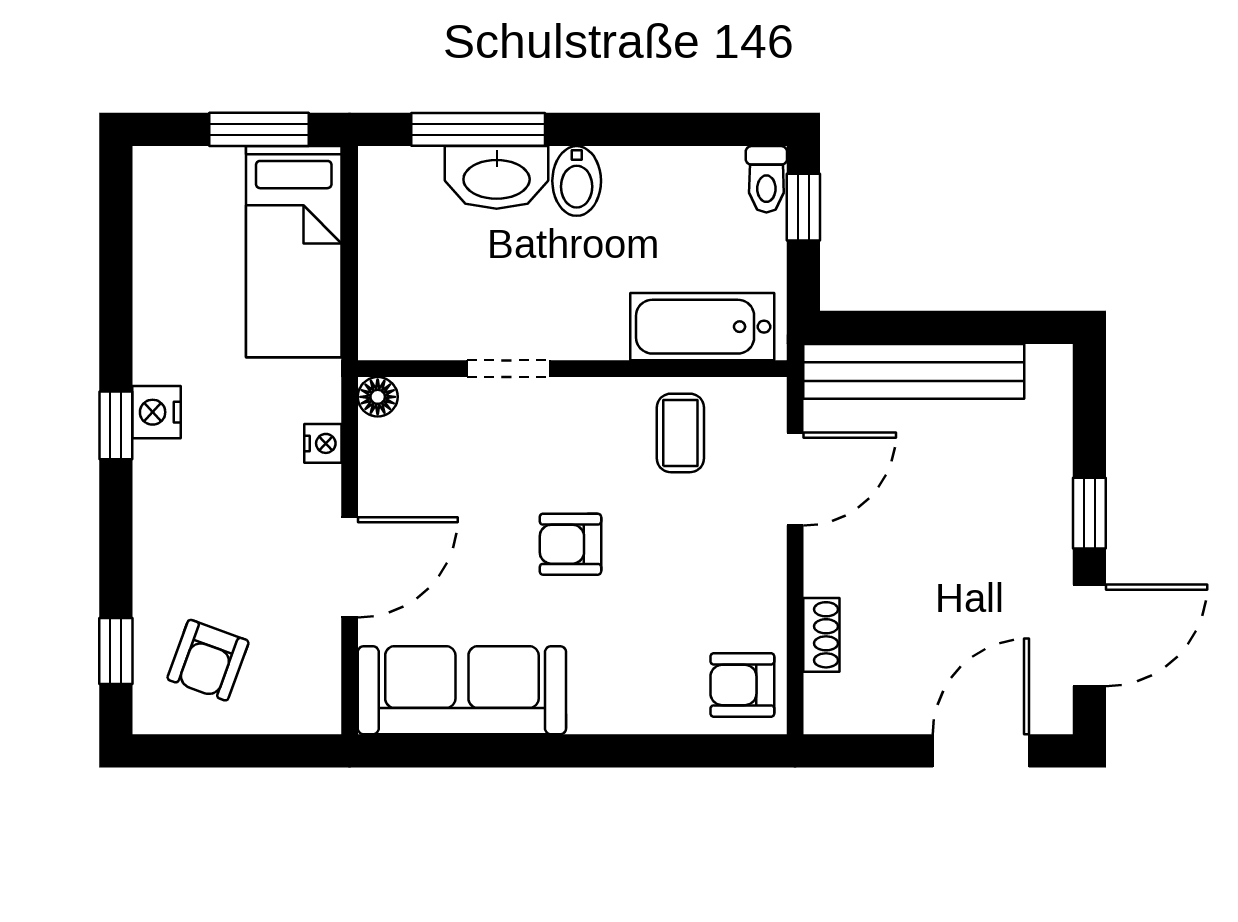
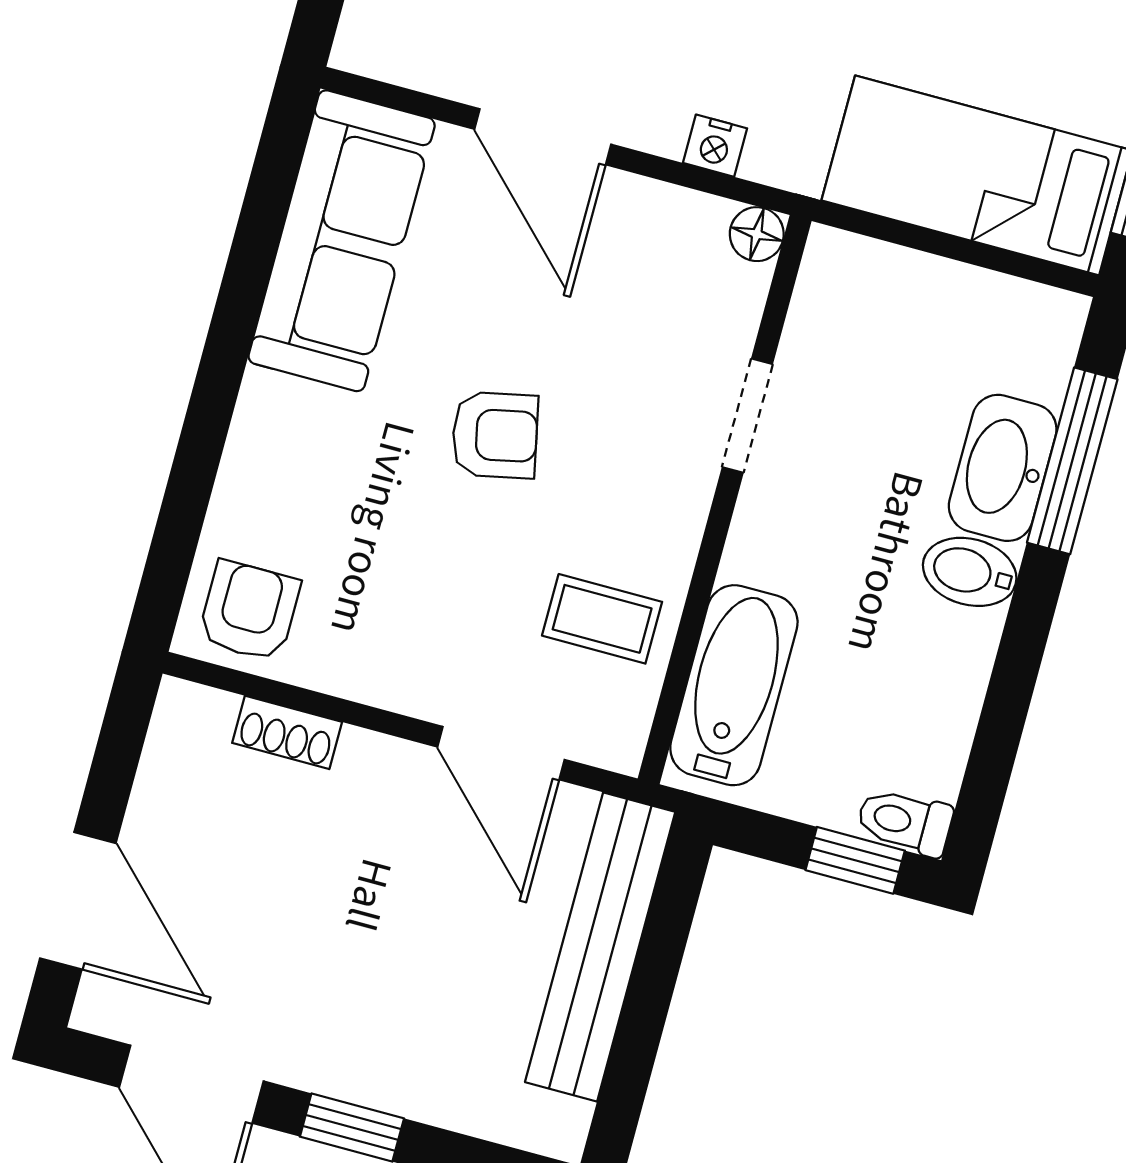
armchair: (570, 544) -> (495, 435), turned 78

